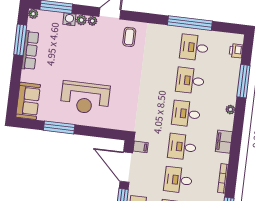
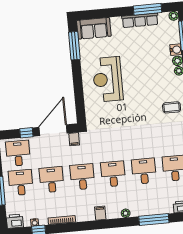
window: (59, 127) -> (74, 46), moved
filing cabinet: (224, 142) -> (100, 213), width x0.50

